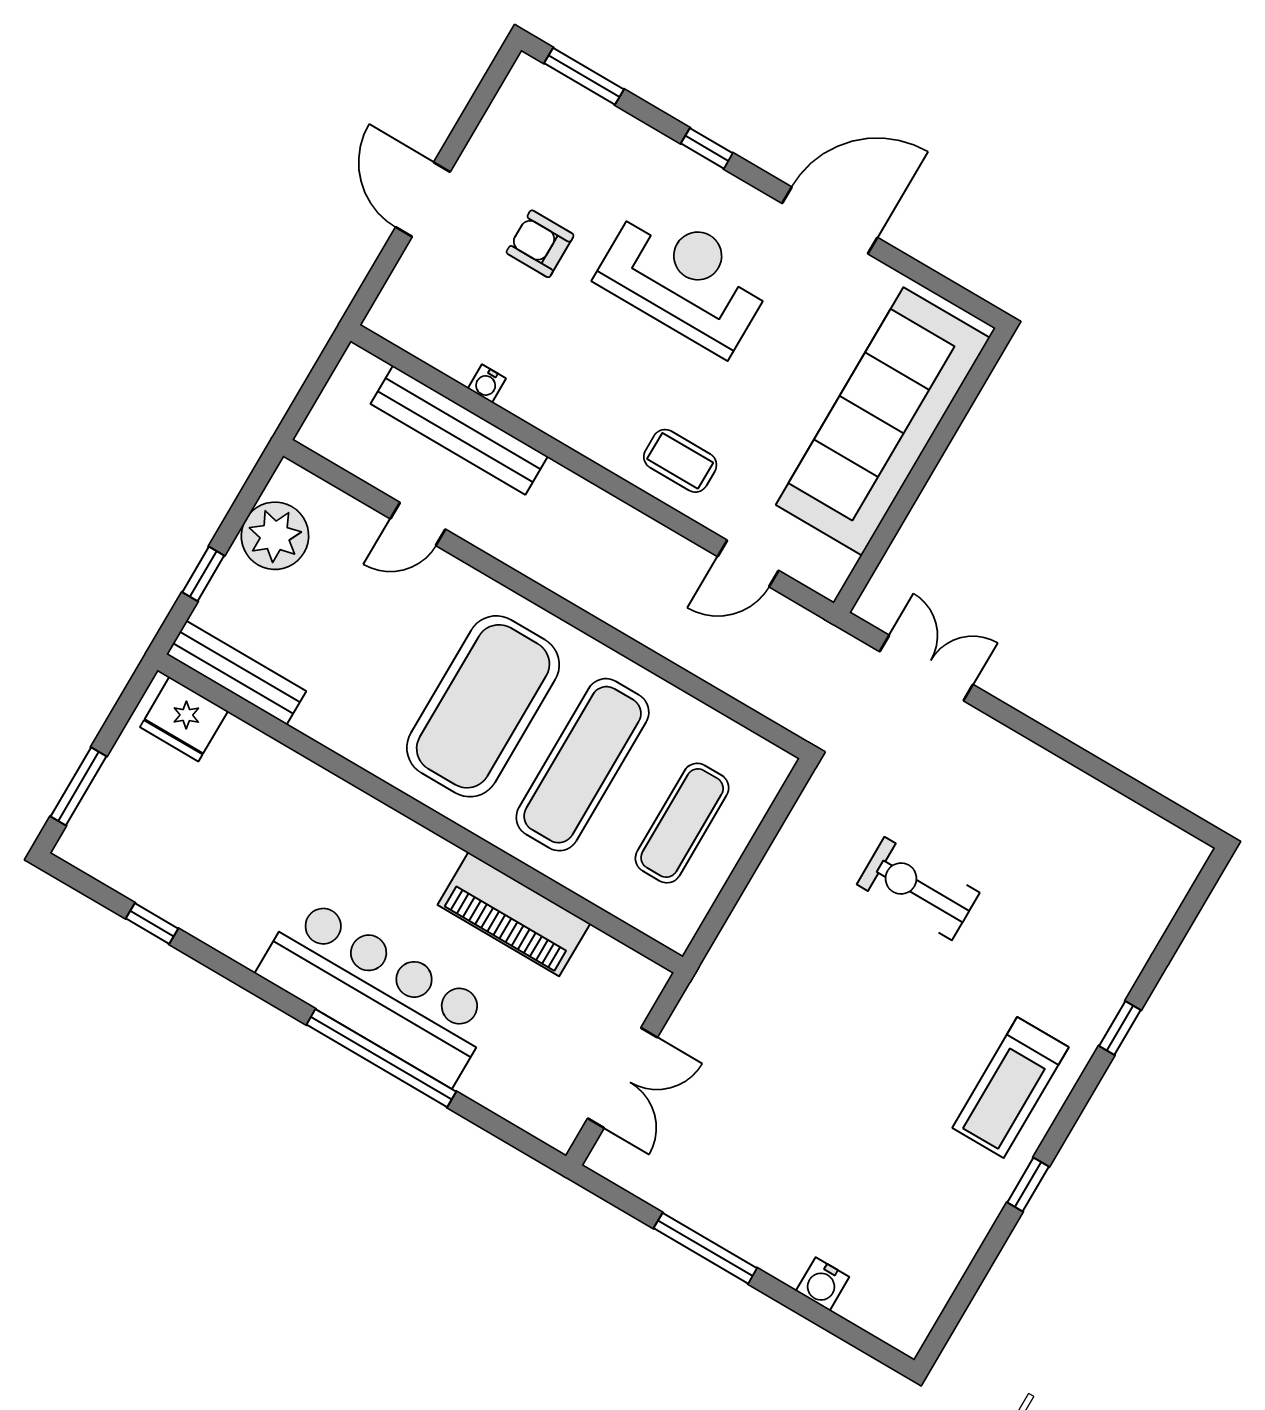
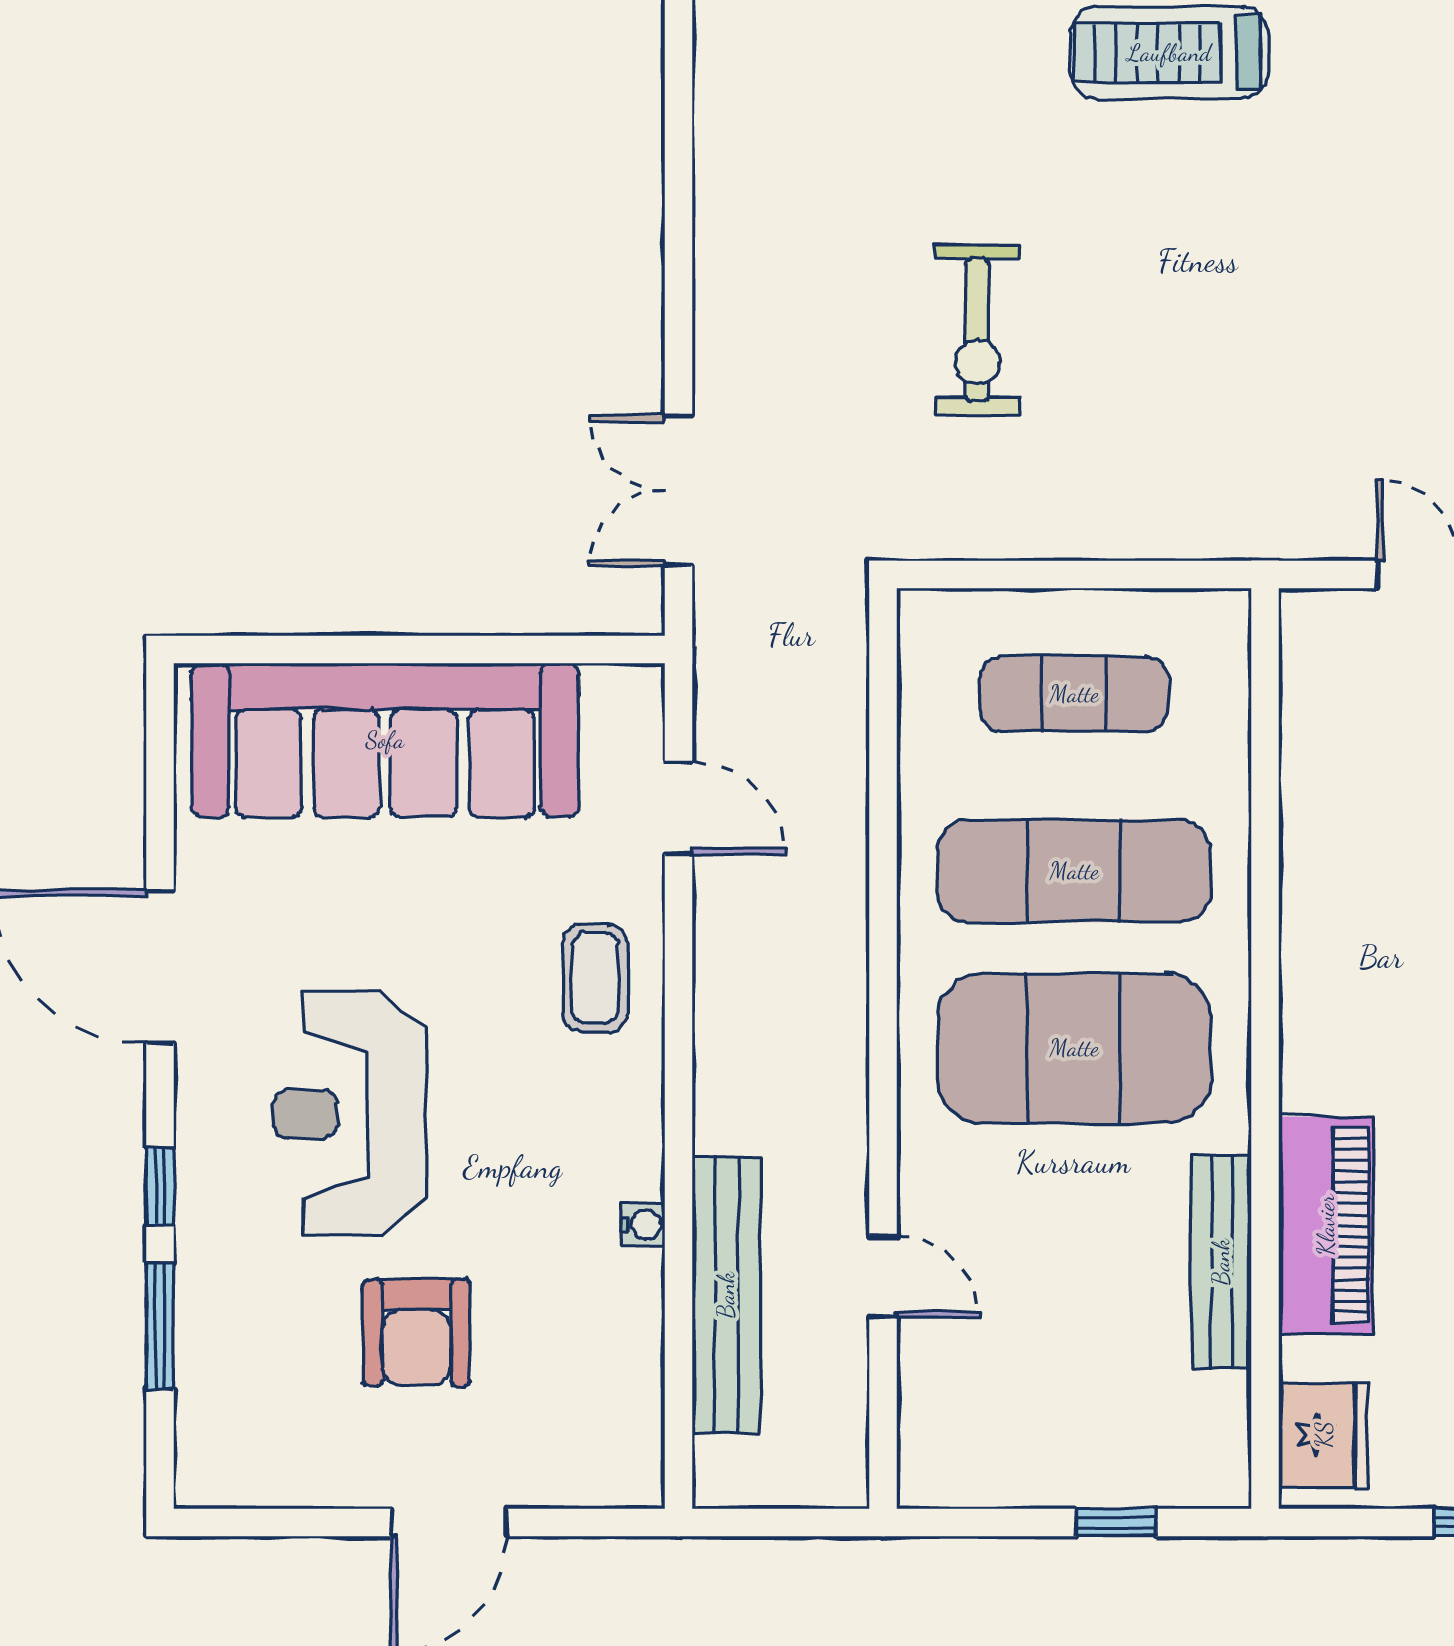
window: (584, 76) -> (160, 1326), moved
armchair: (540, 244) -> (416, 1333), width x1.38, depth x1.38
water cooler: (487, 384) -> (643, 1225), moved
plant: (275, 536) -> (1010, 1457), removed
bench: (236, 673) -> (1221, 1262), moved
piano: (514, 914) -> (1326, 1225), moved
treadmill: (1010, 1088) -> (1169, 53), turned 180

